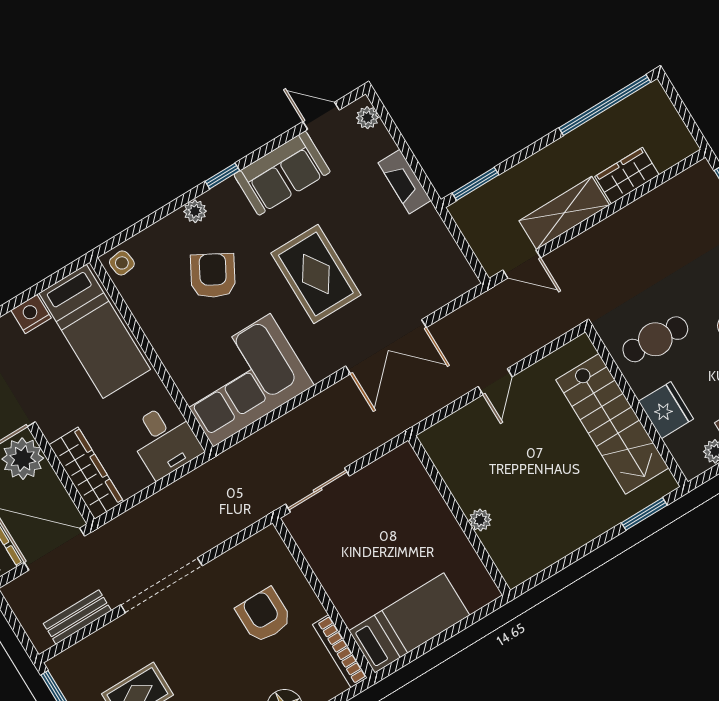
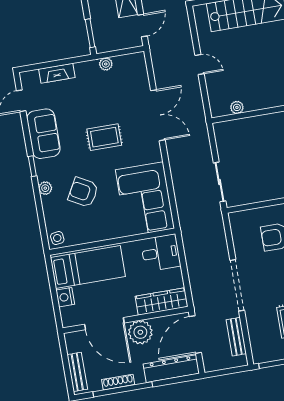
plant: (367, 118) -> (106, 64), moved
fireplace: (405, 182) -> (57, 73), moved
rug: (316, 274) -> (104, 137), width x0.73, depth x0.70
plant: (480, 520) -> (237, 107), moved

